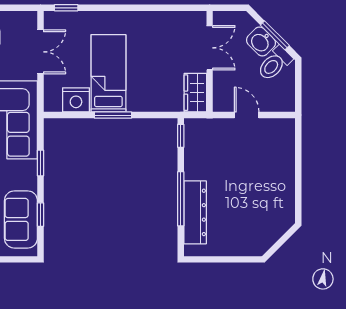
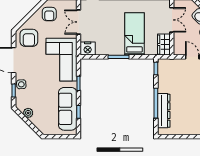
double door: (41, 52) -> (79, 22), swing flipped
bed: (108, 73) -> (134, 34), moved
nightstand: (76, 100) -> (88, 49), moved
sofa: (21, 219) -> (68, 109), width x1.36

